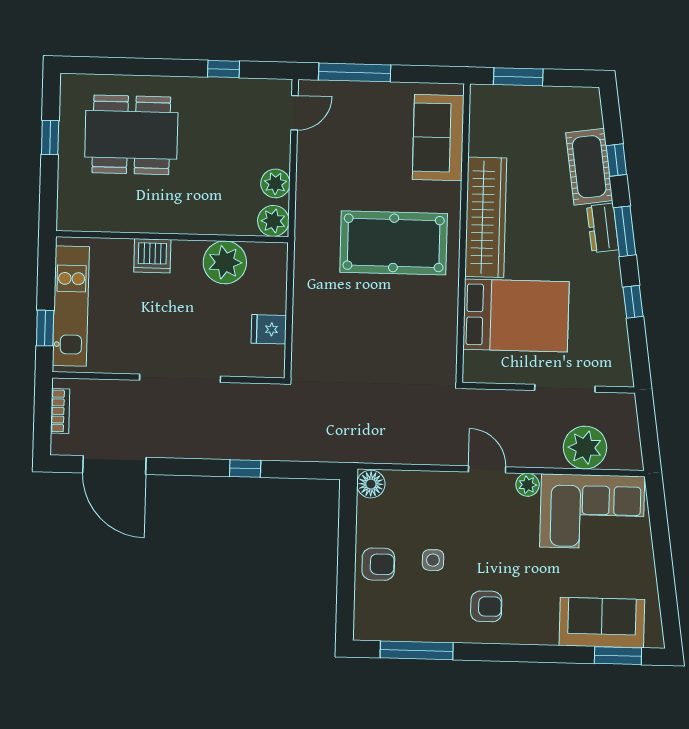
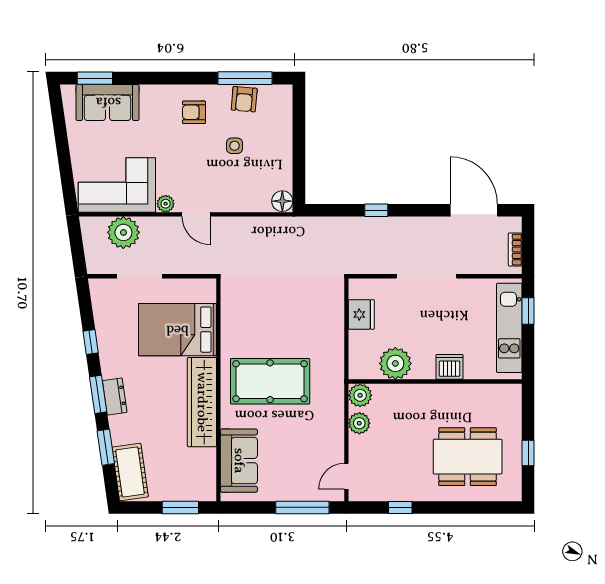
window: (616, 160) -> (106, 447), width x1.50
cot: (589, 167) -> (130, 472), moved
fridge: (269, 329) -> (361, 314), width x1.38
armchair: (378, 564) -> (244, 99), moved, turned -85

